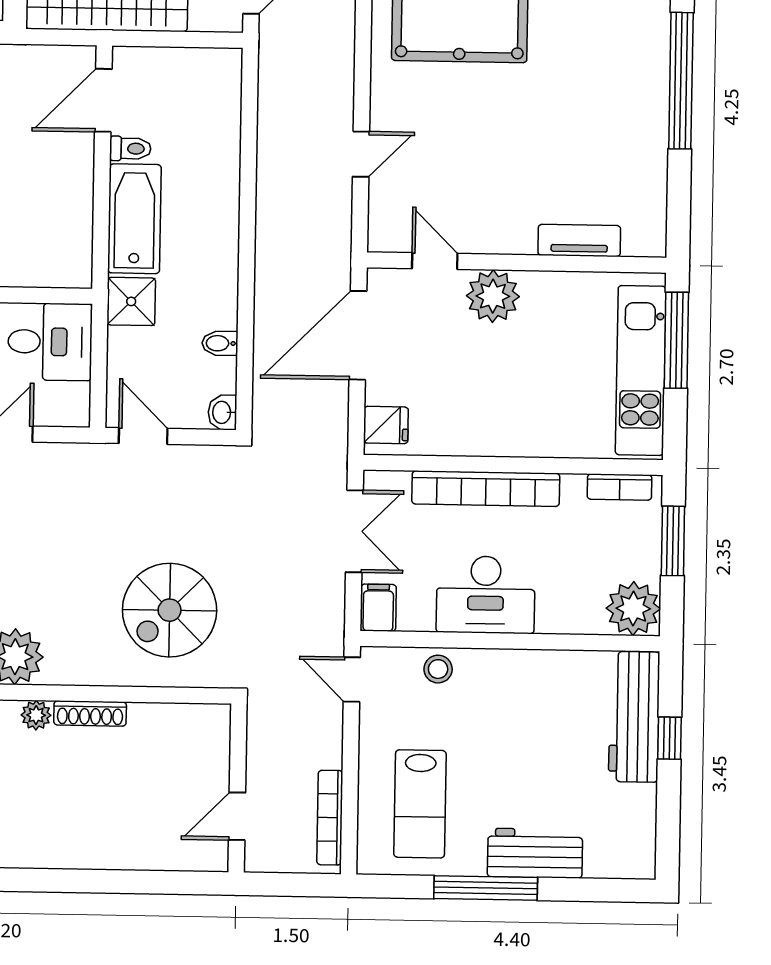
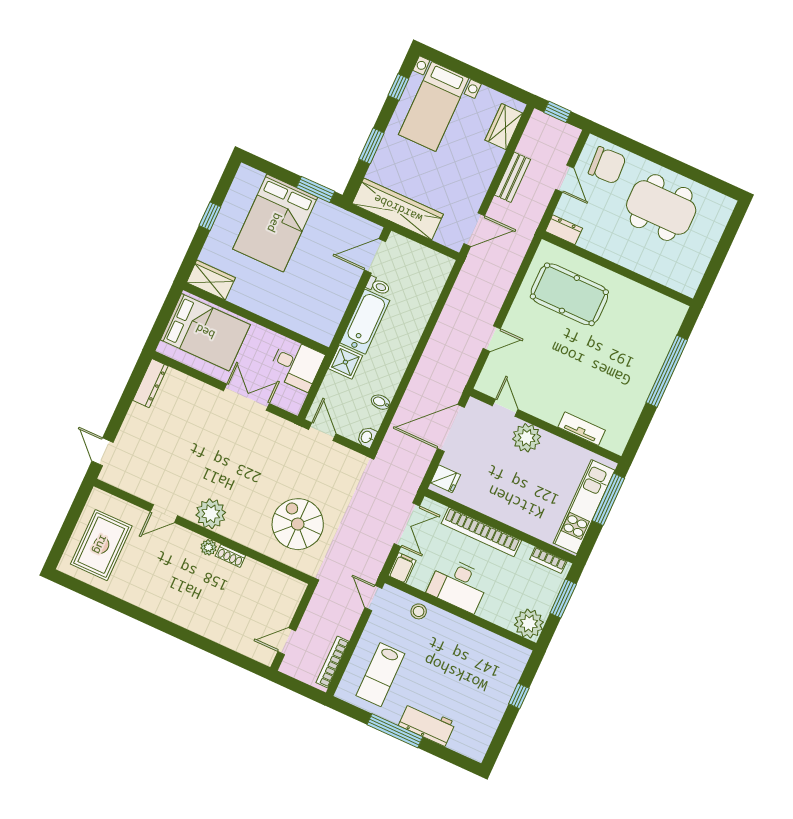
spiral stairs: (170, 610) -> (298, 524), turned 90
shoe rack: (90, 713) -> (230, 556), width x0.70
workbench: (634, 717) -> (506, 678), removed

